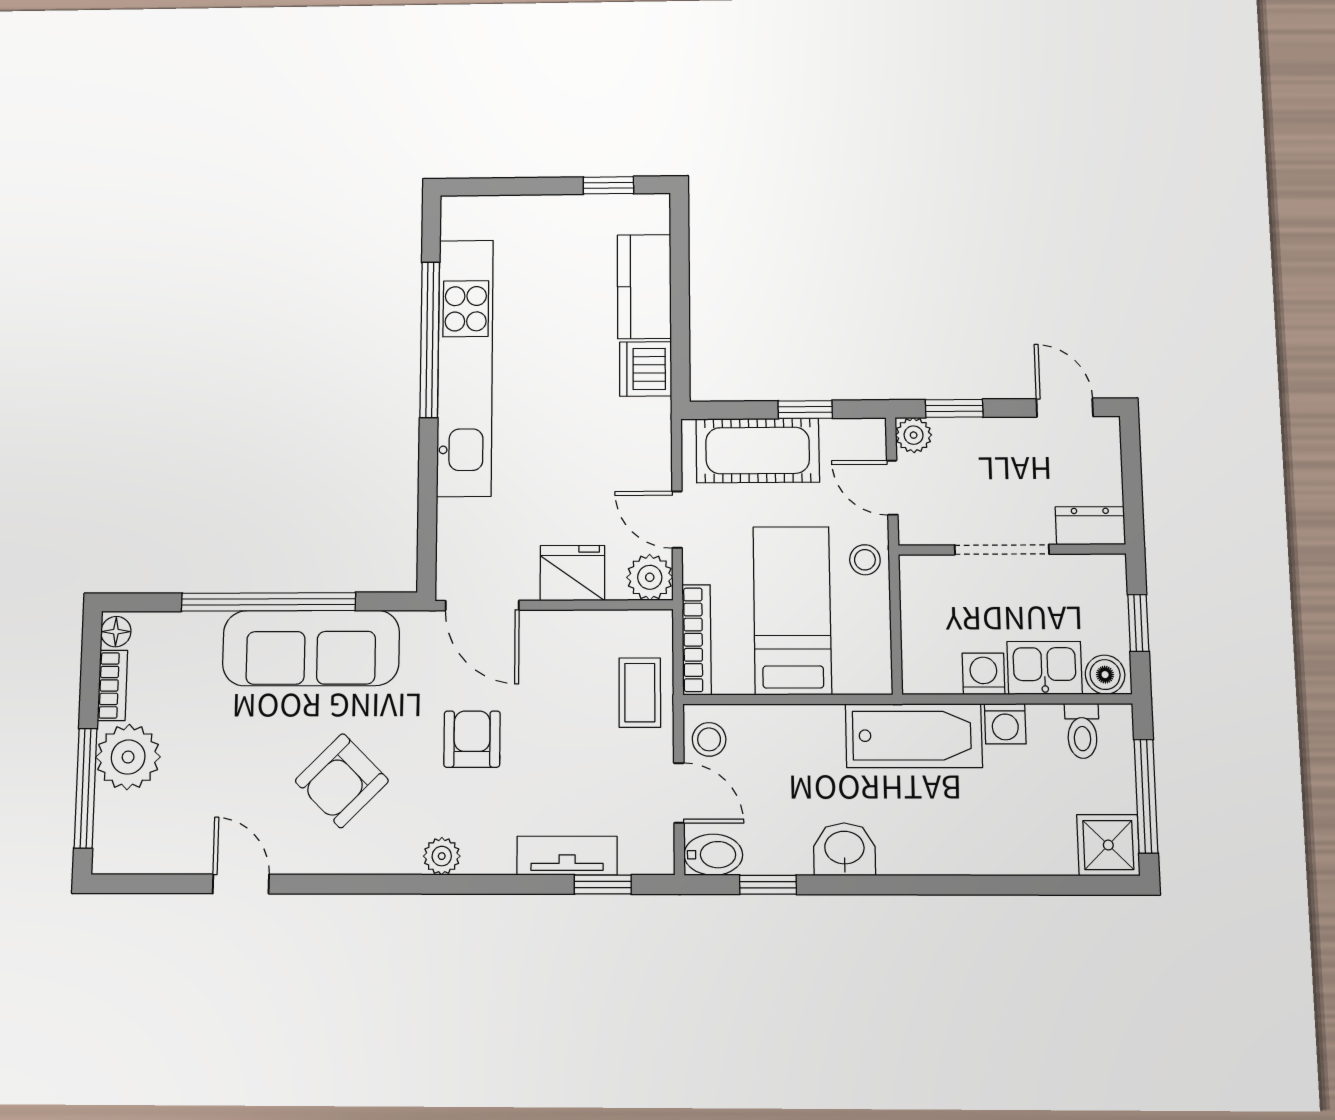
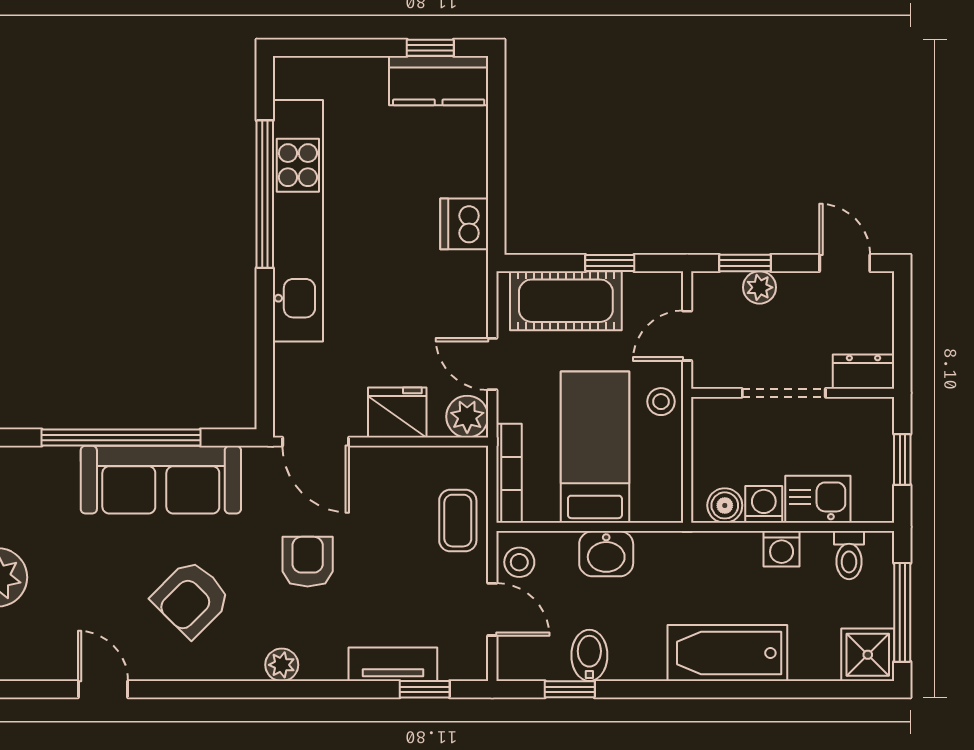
kitchen counter: (644, 287) -> (439, 81), moved, turned -90
plant: (914, 435) -> (760, 287), moved
door: (892, 488) -> (687, 336), hinge flipped
boiler: (1105, 675) -> (725, 505), moved
bathtub: (914, 736) -> (727, 653), moved, turned 180
washbasin: (844, 849) -> (606, 554), moved, turned 180
bidet: (713, 855) -> (589, 655), moved, turned -90

